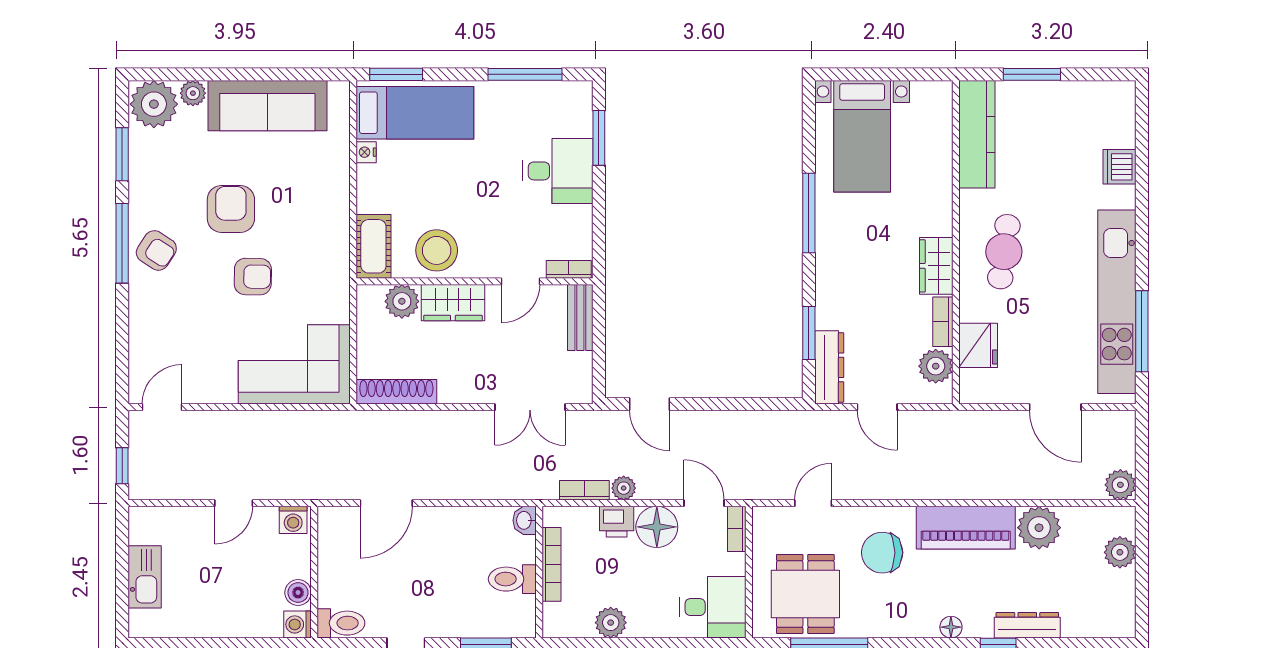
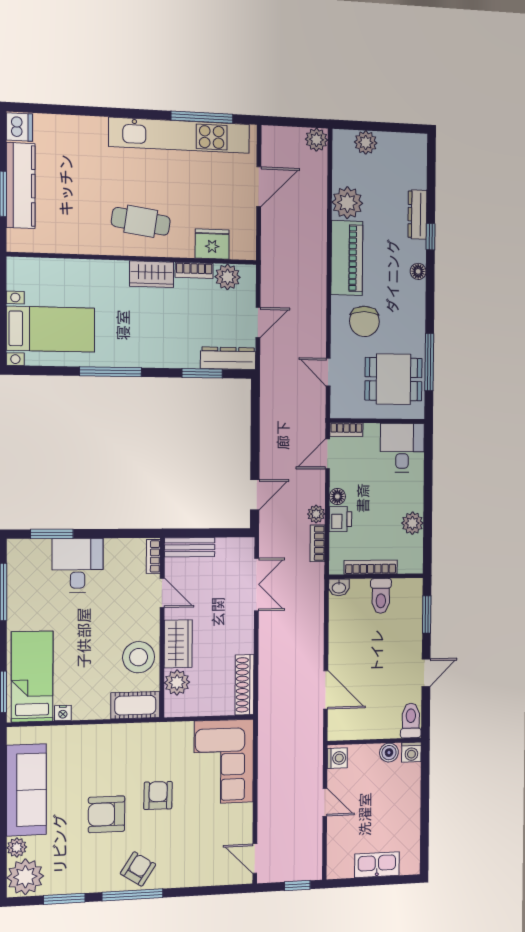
kitchen counter: (977, 134) -> (21, 186), moved, turned 90
dishwasher: (1119, 167) -> (19, 127), moved, turned -90
floor lamp: (657, 527) -> (337, 497), width x0.53, depth x0.53

